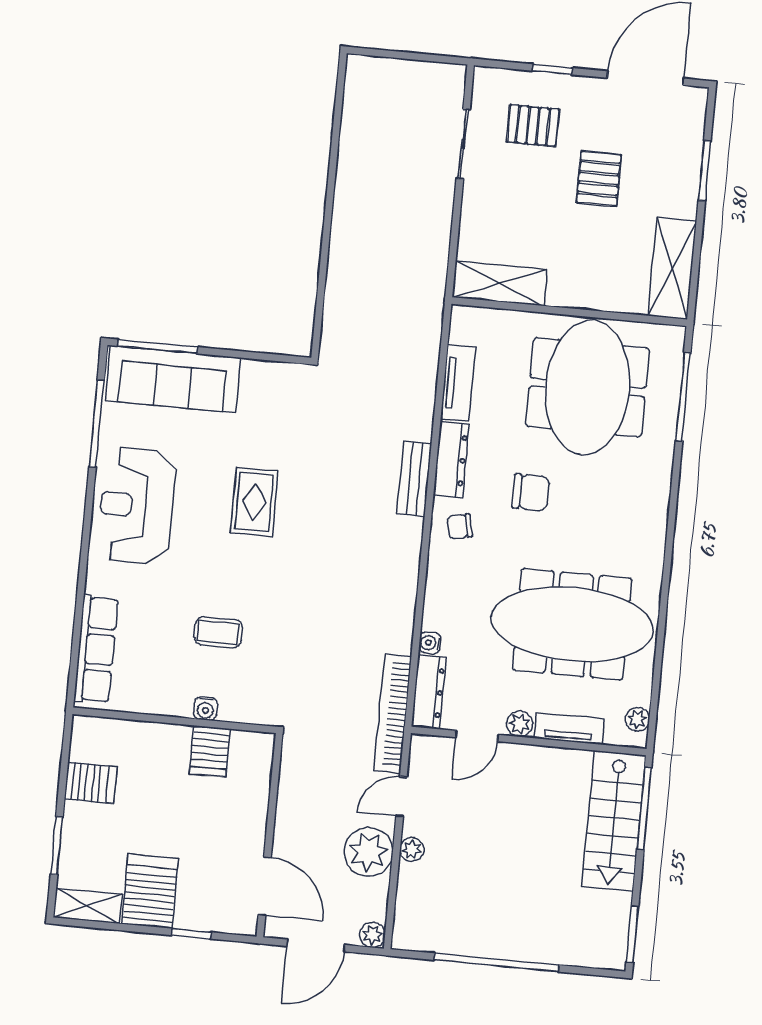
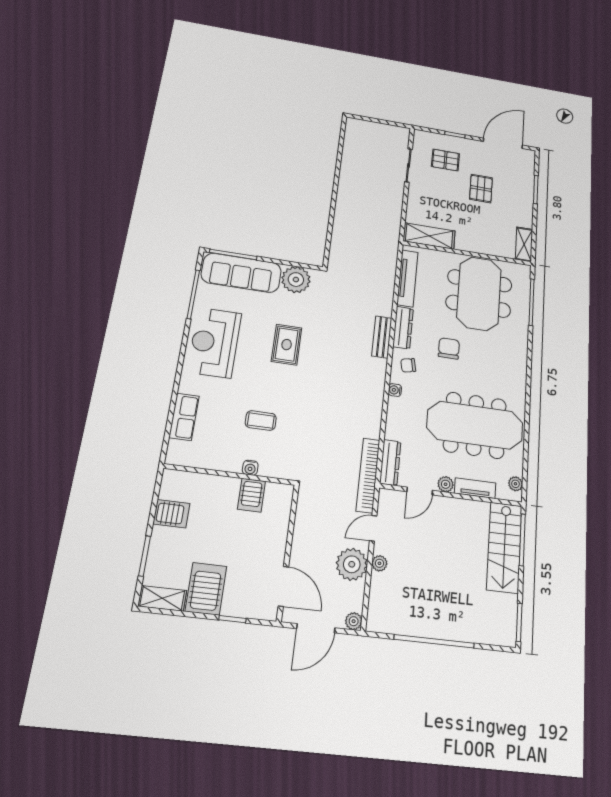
shelving: (672, 268) -> (524, 244), width x0.67, depth x0.75
tv unit: (458, 383) -> (407, 278), width x1.41
plant: (265, 385) -> (296, 280), added
chair: (531, 492) -> (449, 348), turned -90
water cooler: (430, 643) -> (395, 390), moved
row of seats: (96, 649) -> (184, 417), width x0.68

